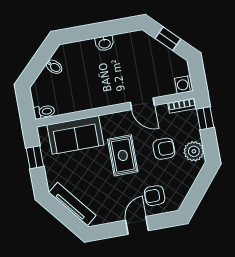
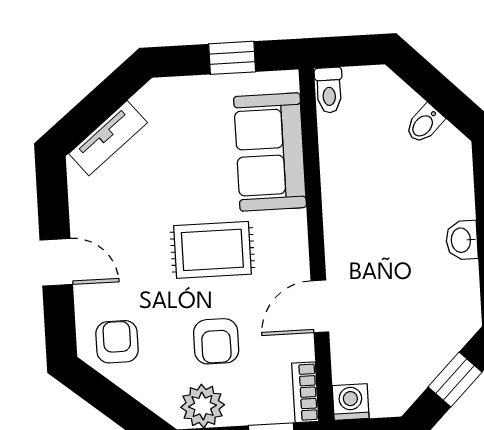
armchair: (155, 196) -> (117, 342), moved
tv unit: (72, 204) -> (108, 138), width x0.71

